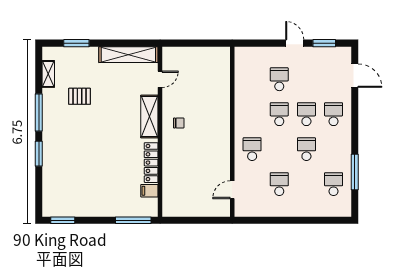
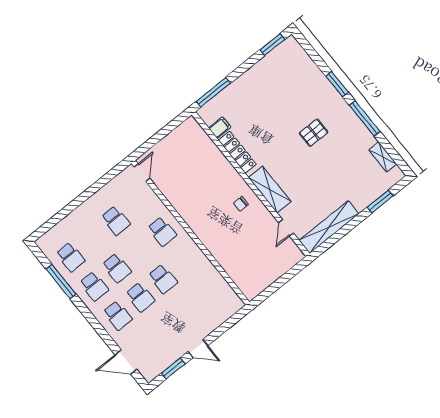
school desk: (279, 79) -> (94, 286), moved
pallet: (80, 96) -> (314, 133), moved
door: (232, 190) -> (142, 173), moved

